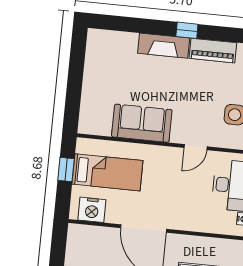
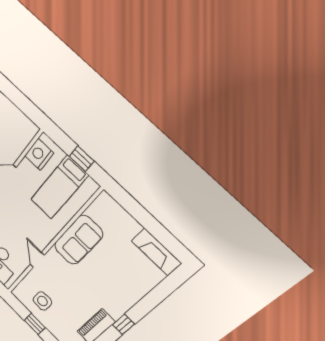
fireplace: (164, 46) -> (156, 252), moved, turned -90

